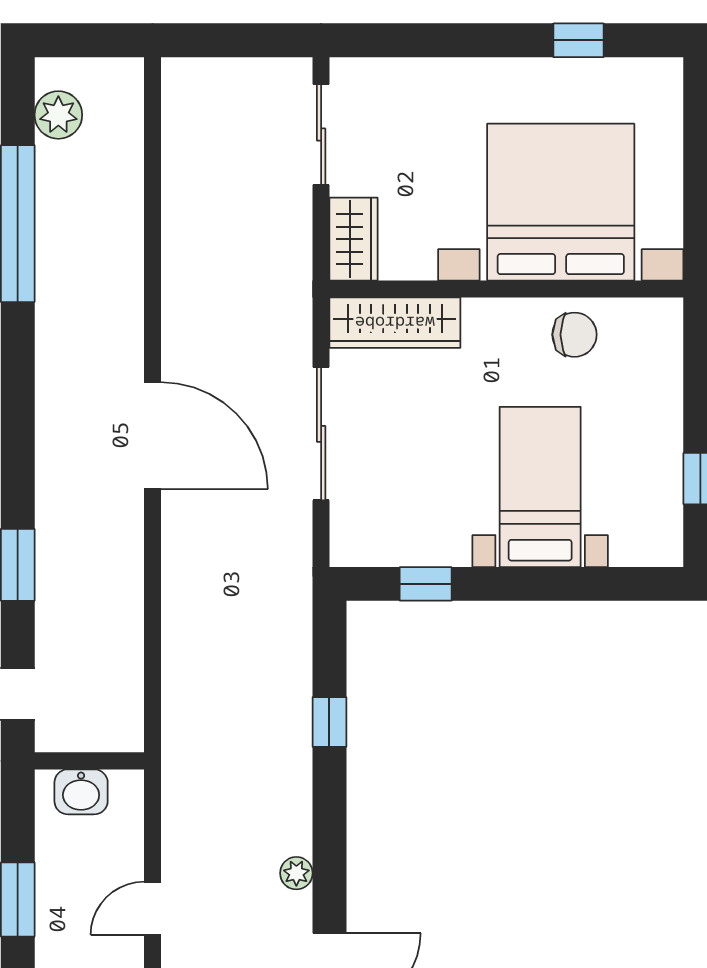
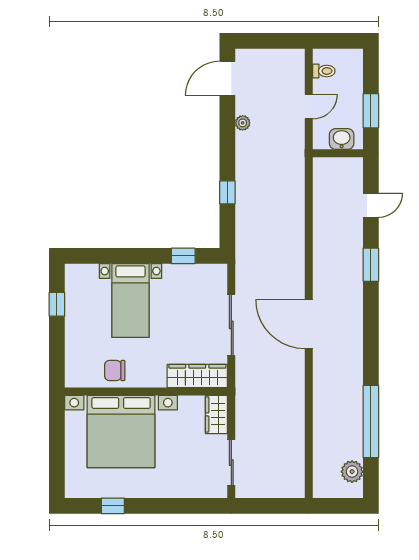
wall: (89, 761) -> (338, 153), moved
washbasin: (81, 792) -> (342, 139), moved

